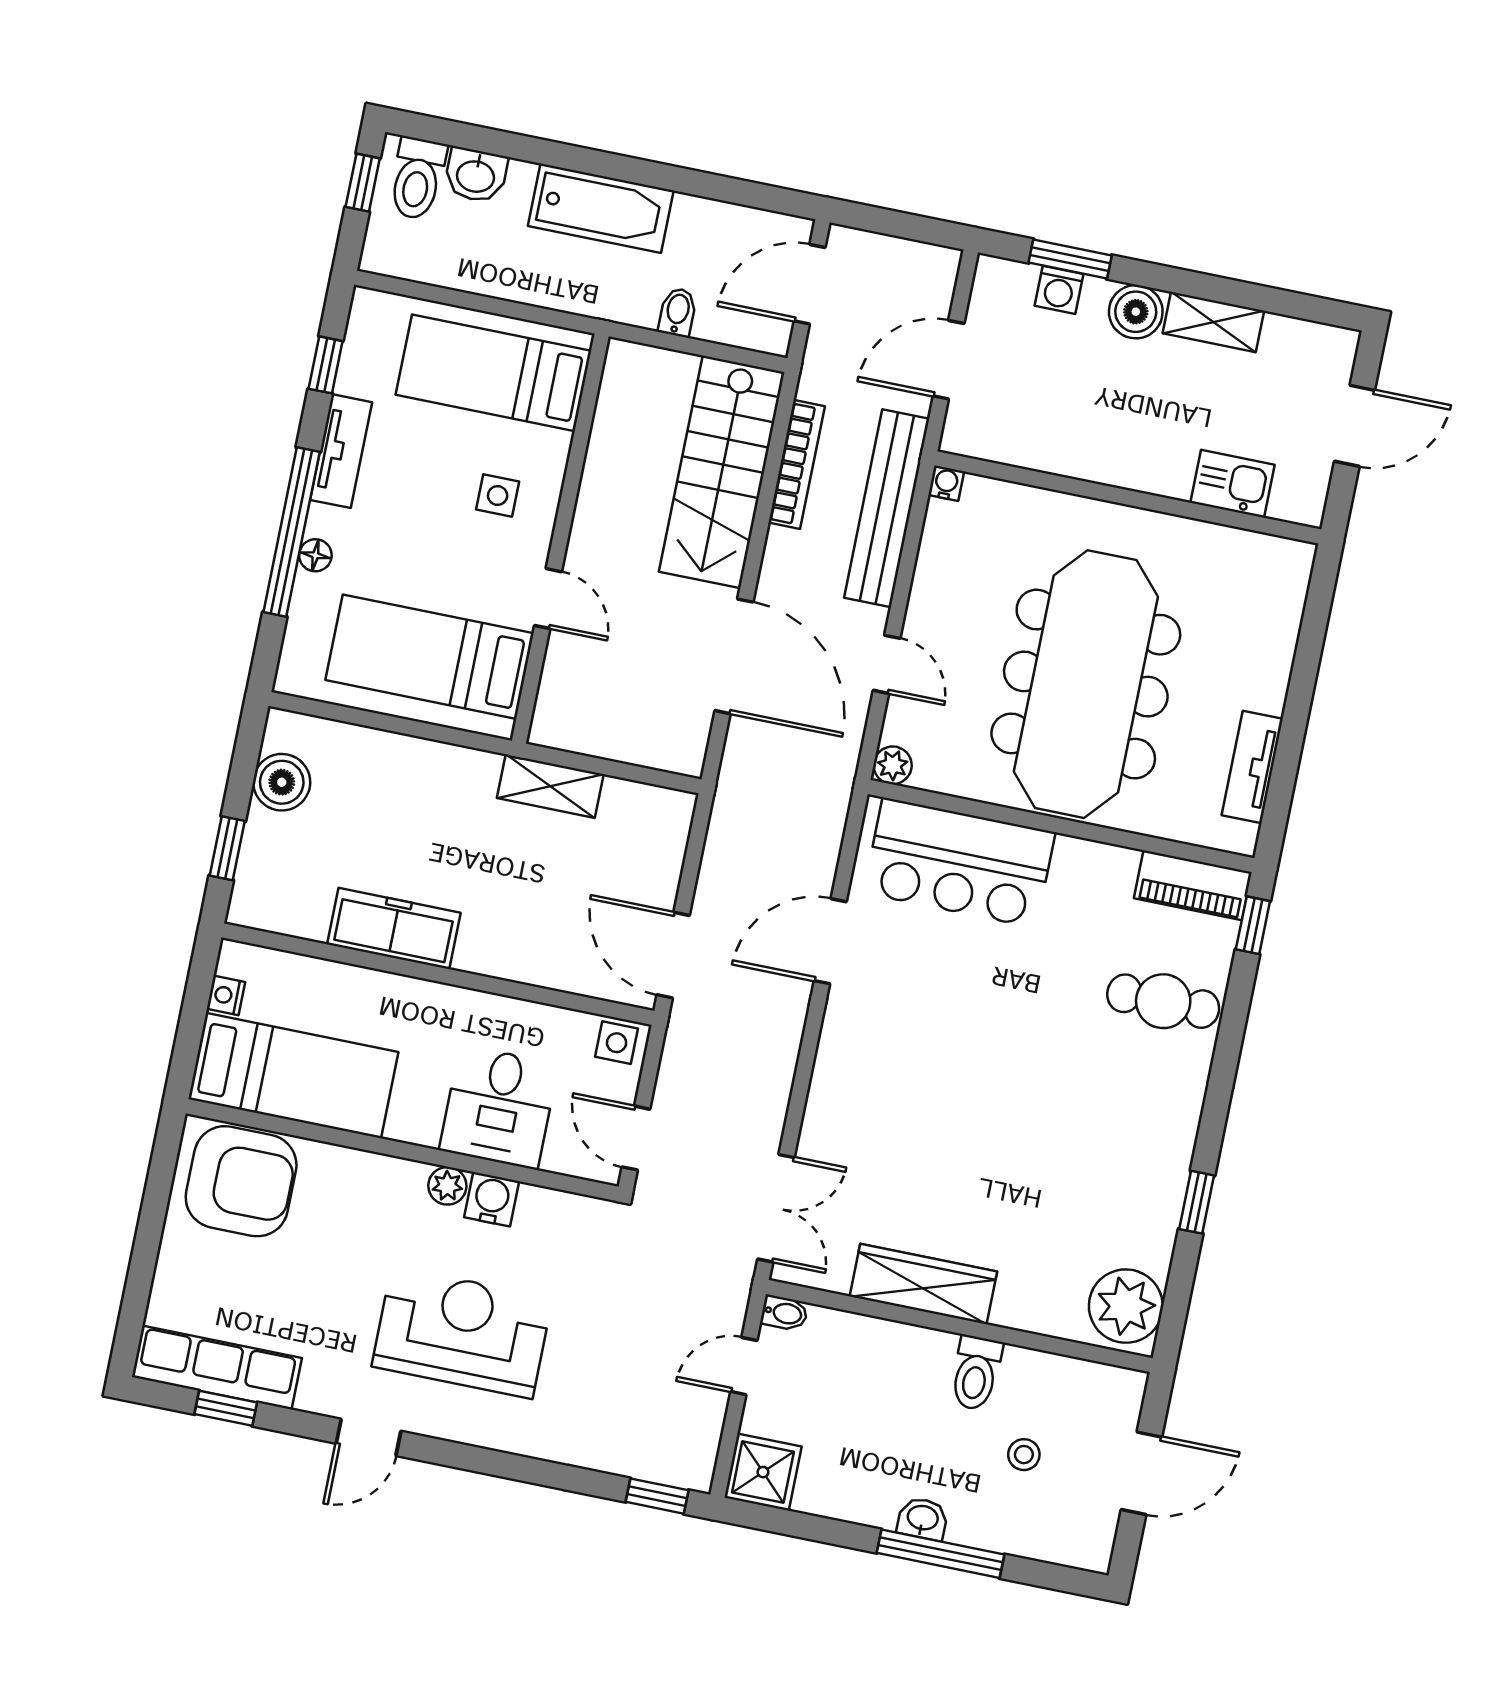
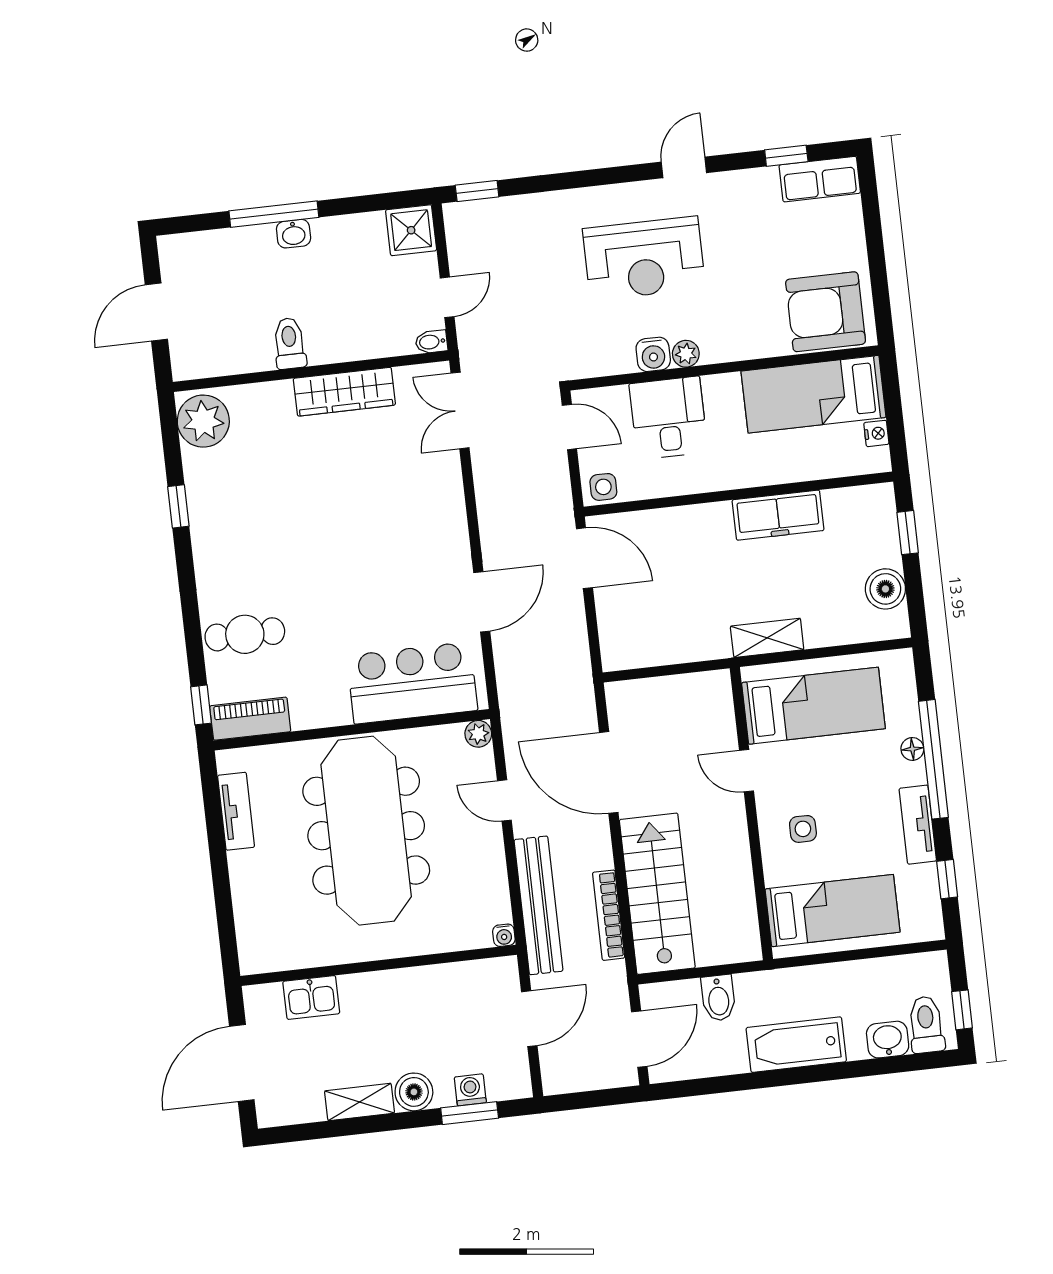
bidet: (678, 312) -> (718, 998), width x1.38, depth x1.36
door: (1355, 426) -> (242, 1063), width x1.36
shelving: (550, 786) -> (767, 638), moved
row of seats: (217, 1367) -> (820, 179), width x0.68
stool: (1024, 1455) -> (239, 299), removed

